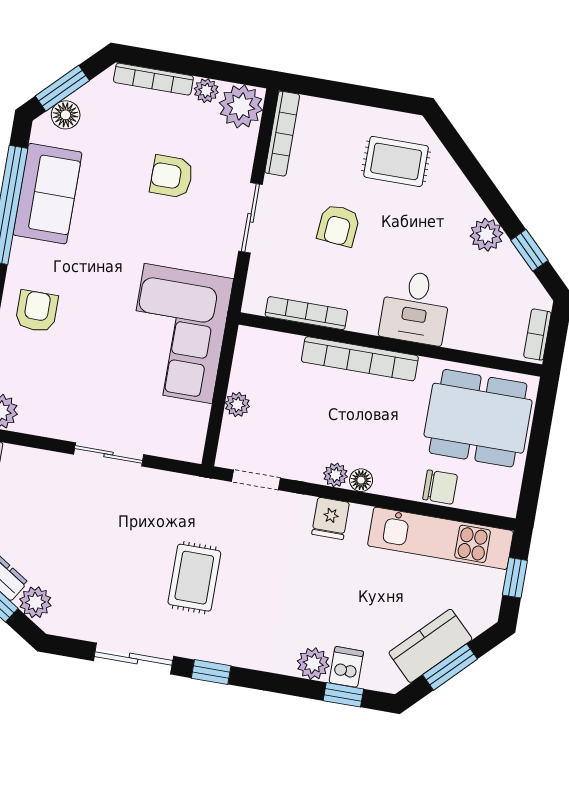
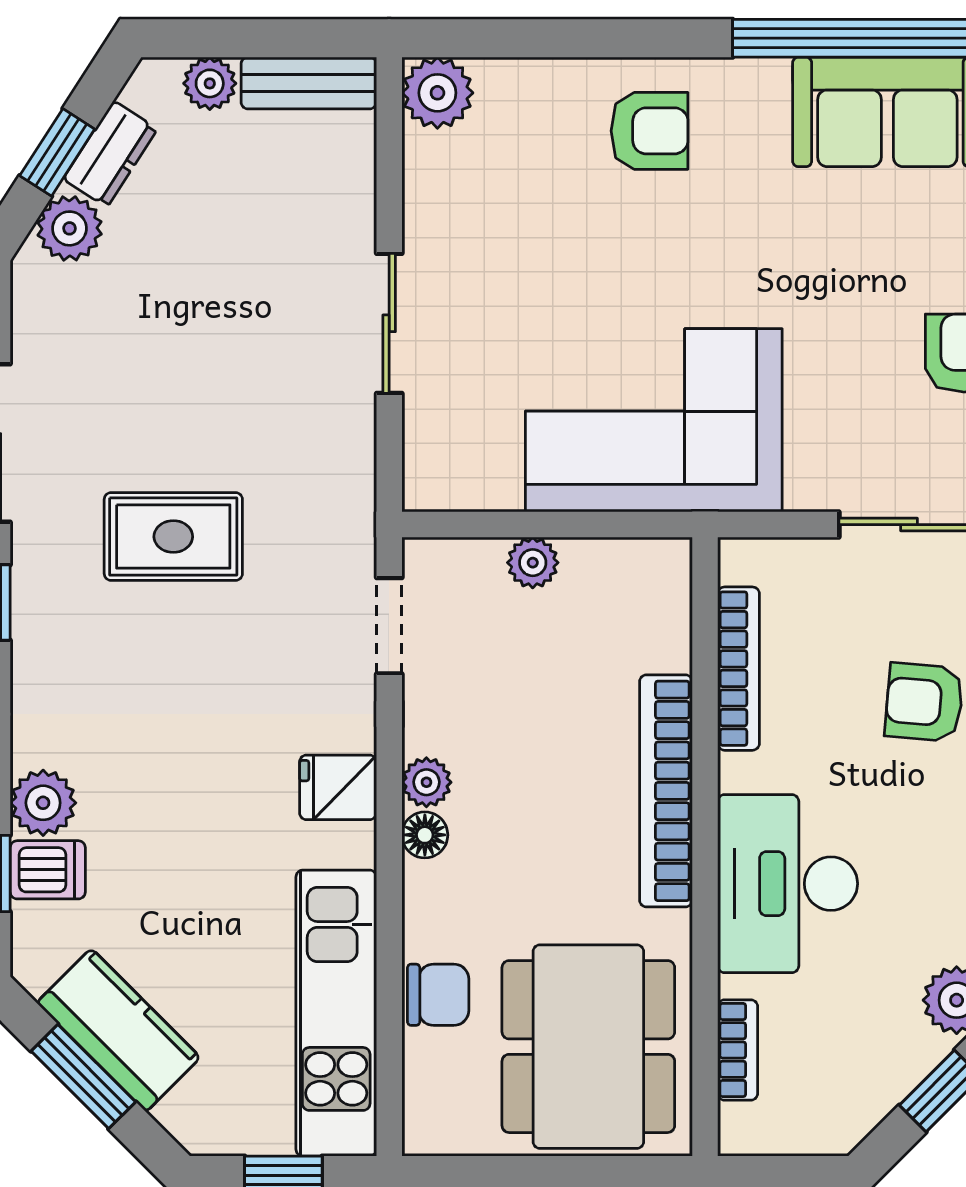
desk: (415, 307) -> (788, 884), width x1.37
bookcase: (537, 335) -> (738, 1050), moved, turned 90
chair: (440, 487) -> (438, 995), turned -90

